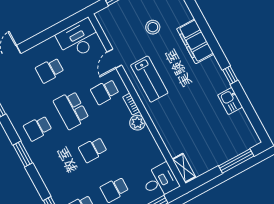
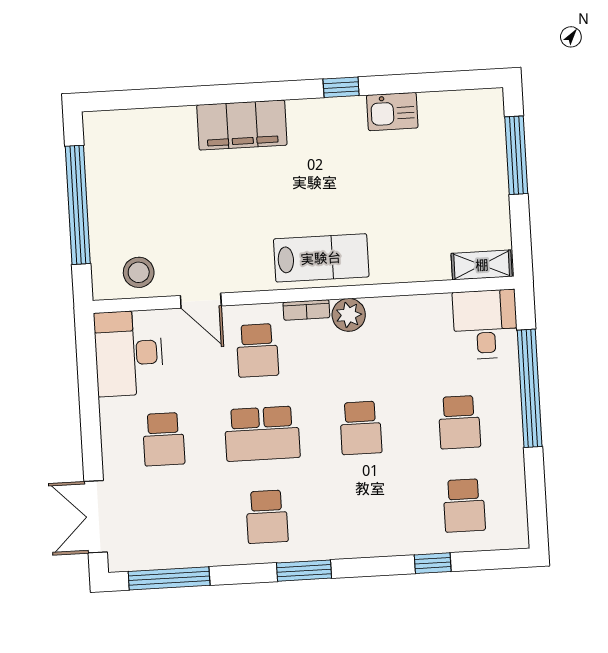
stool: (153, 27) -> (139, 272), moved
lab bench: (149, 79) -> (321, 258), moved

